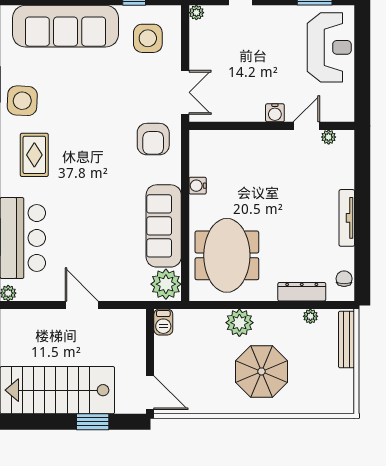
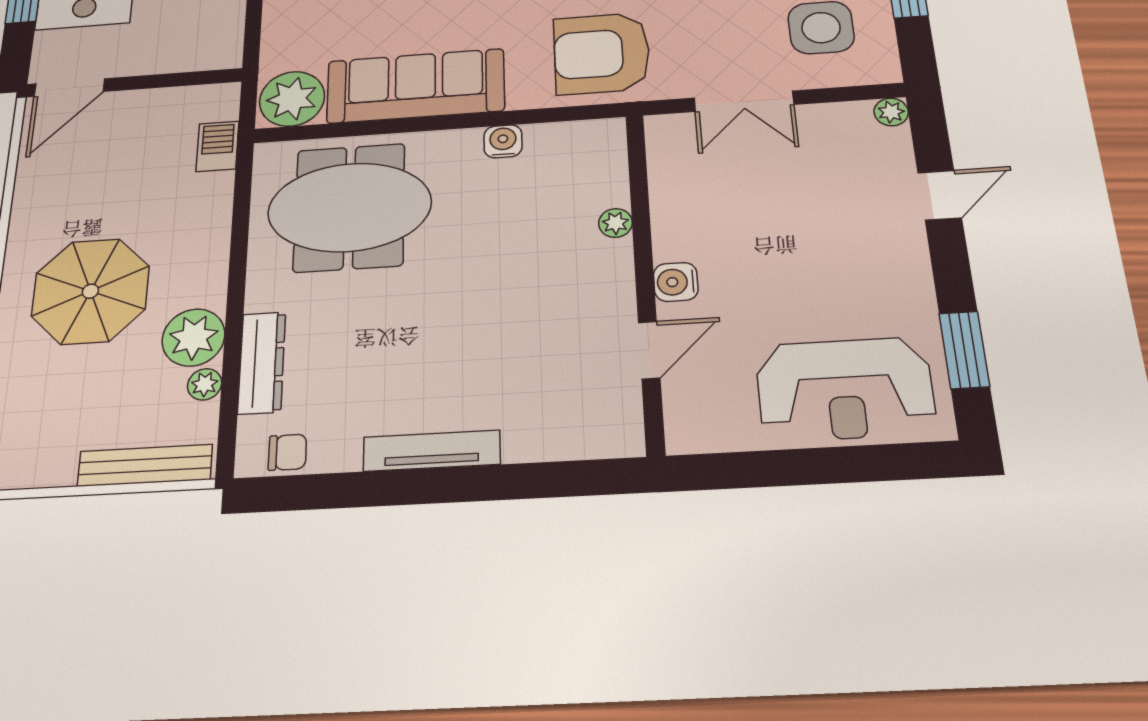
double door: (185, 92) -> (744, 101), moved
door: (306, 126) -> (649, 350), hinge flipped
plant: (329, 137) -> (615, 223), moved
armchair: (153, 139) -> (602, 53), width x1.36, depth x1.36
barbecue: (163, 322) -> (217, 146), moved, turned 90
plant: (239, 323) -> (193, 337), moved

